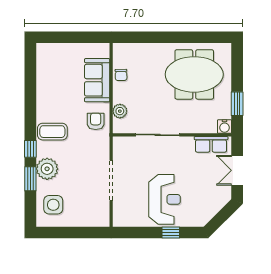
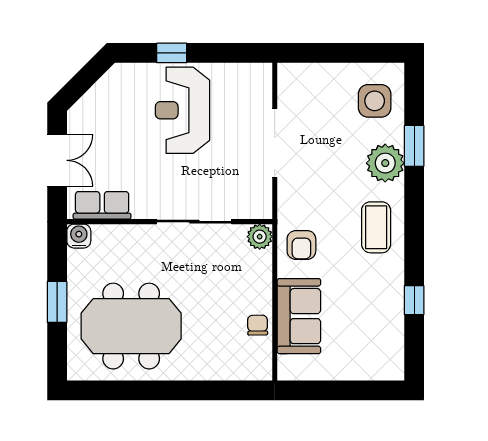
window: (237, 104) -> (57, 302), moved
plant: (120, 111) -> (260, 237), moved
coffee table: (52, 132) -> (376, 227), turned 90
window: (30, 149) -> (414, 300), moved

